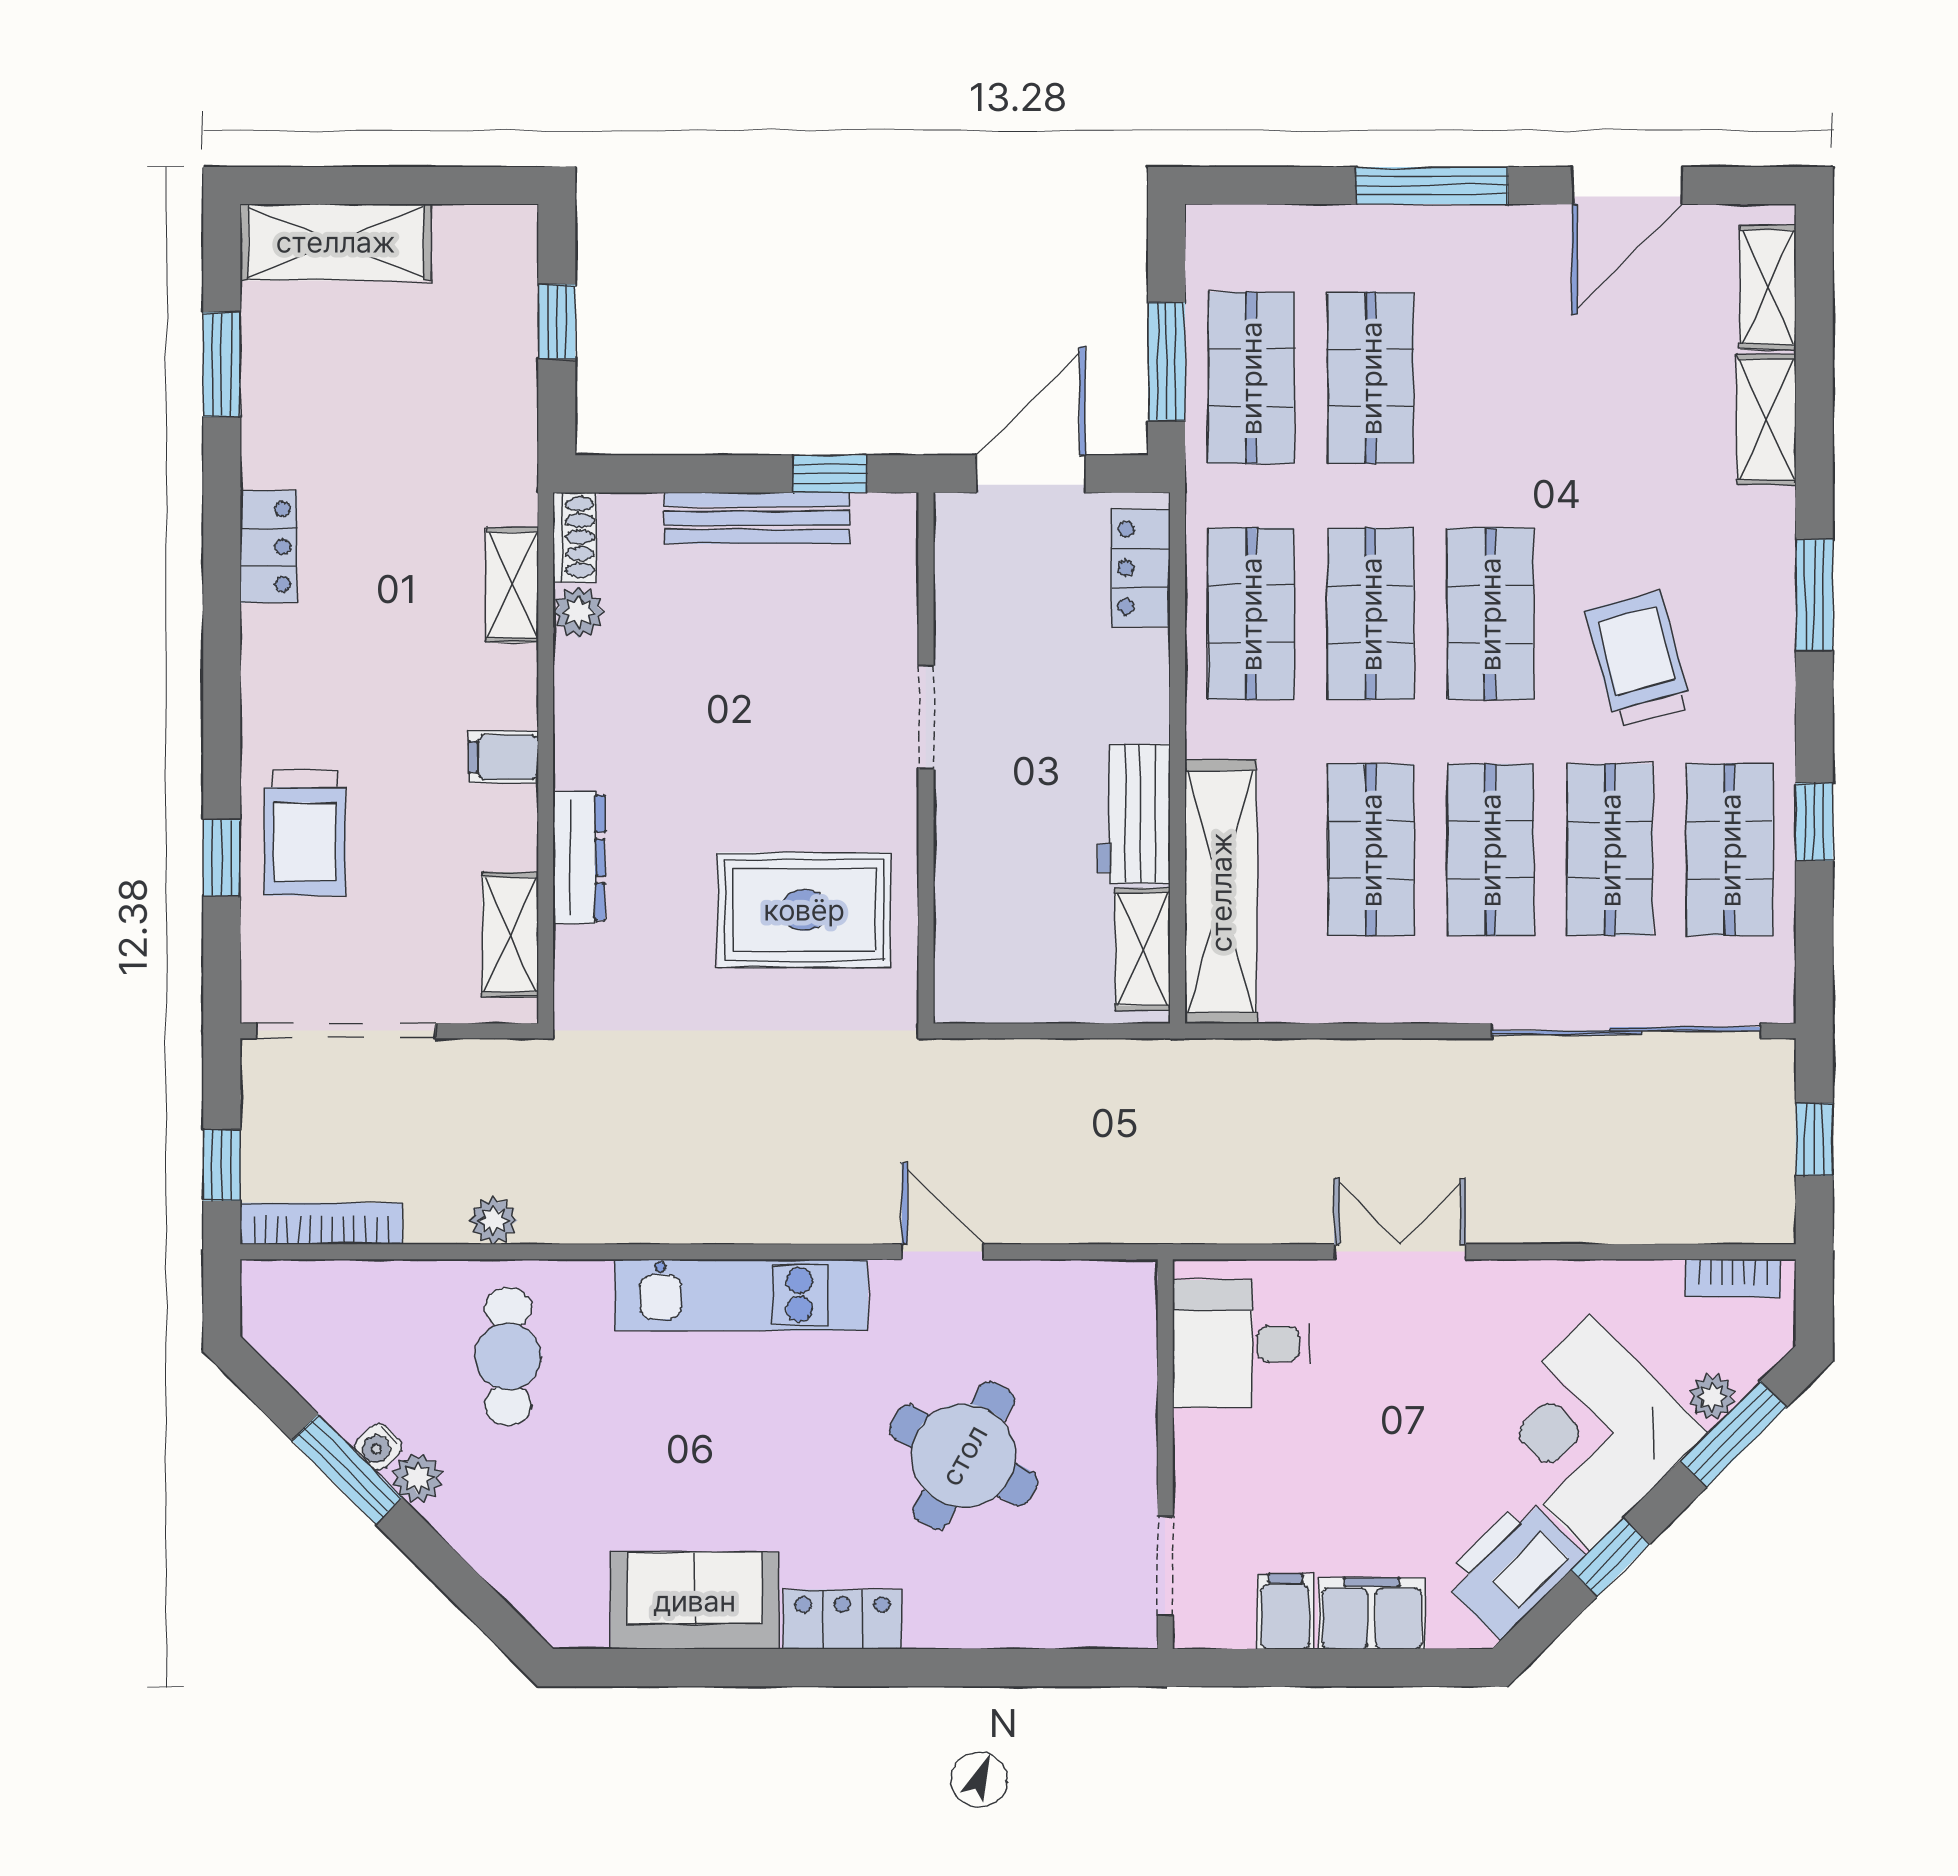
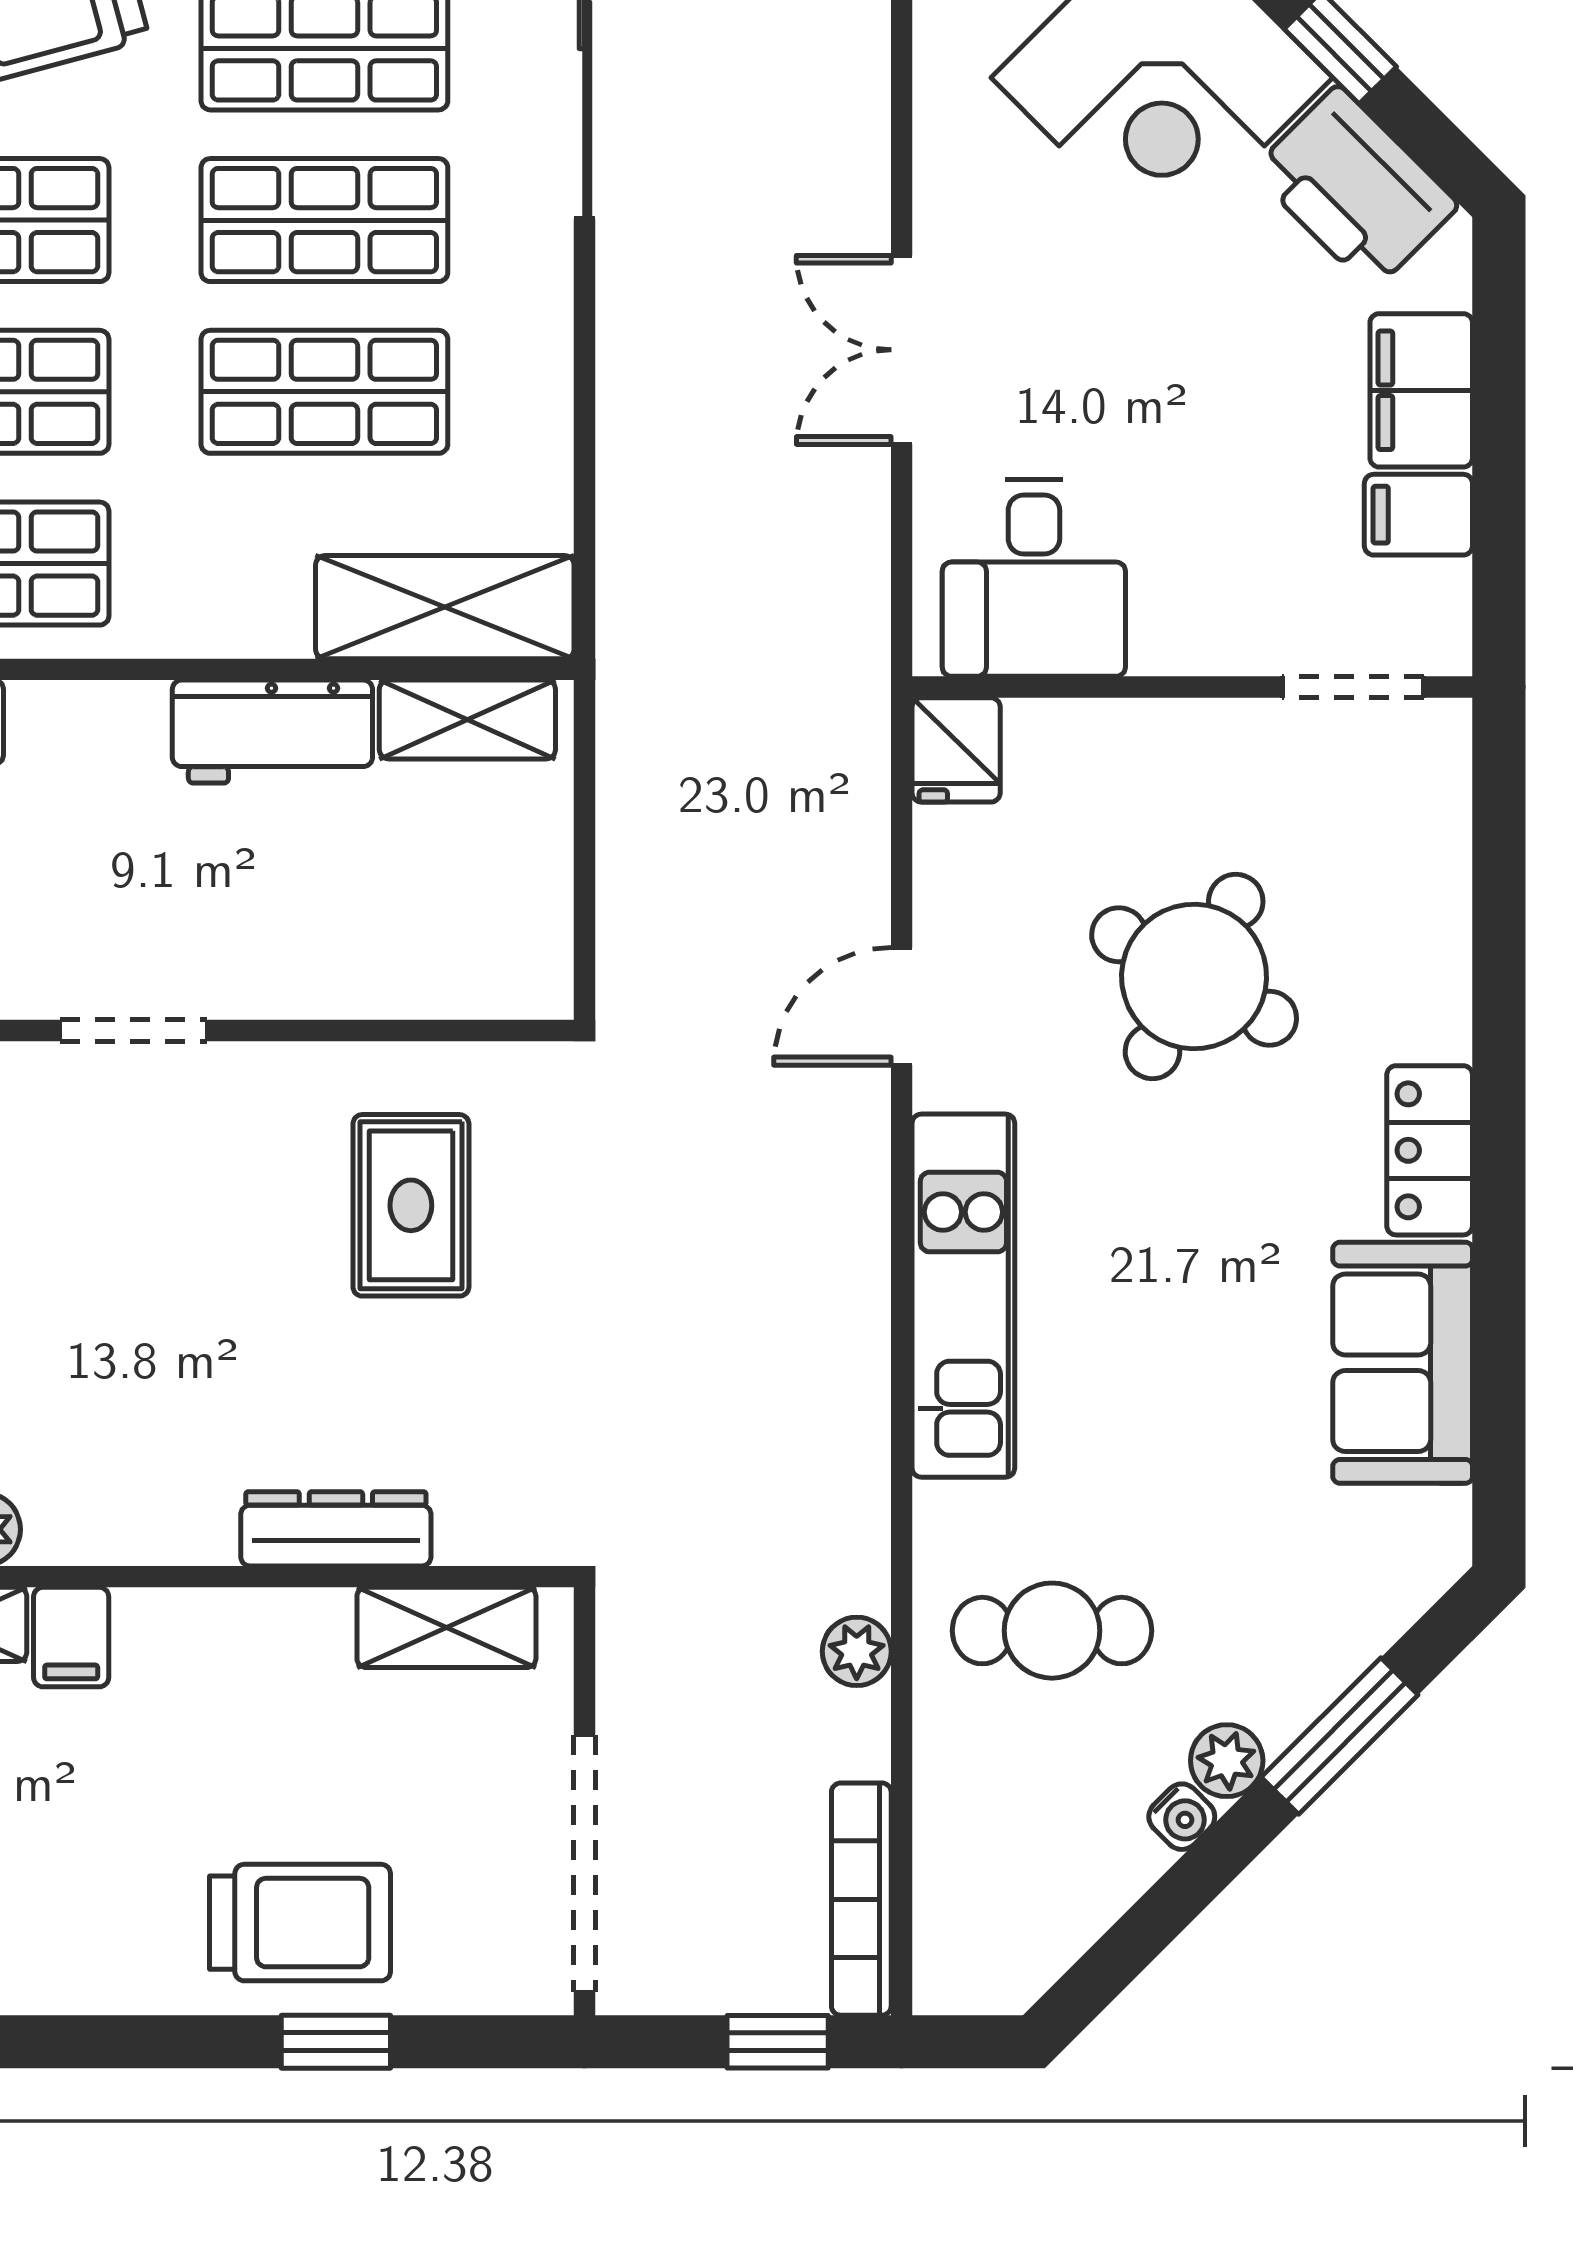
filing cabinet: (504, 757) -> (71, 1637), moved
shelving: (1221, 892) -> (445, 607), width x0.68
rug: (804, 910) -> (411, 1205), width x0.73, depth x0.70
fridge: (1121, 1290) -> (956, 750), added
window: (347, 1469) -> (1340, 1736), moved

